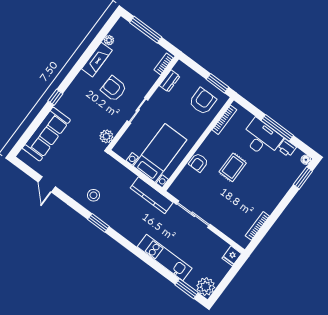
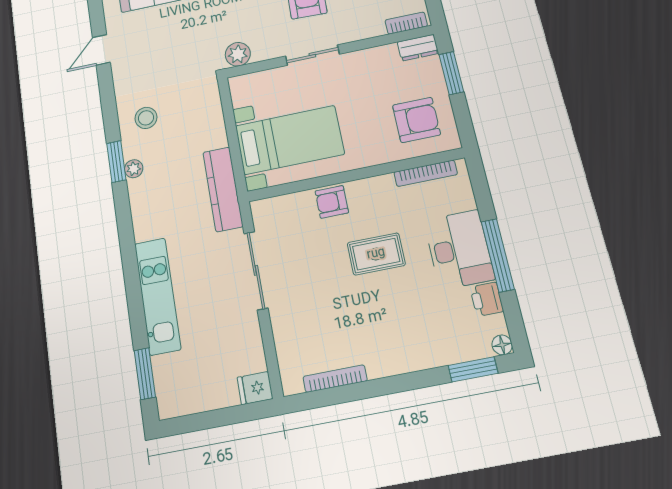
dresser: (170, 81) -> (418, 48), moved
window: (217, 83) -> (451, 73), moved
plant: (206, 287) -> (134, 169), moved, width x0.53, depth x0.53

